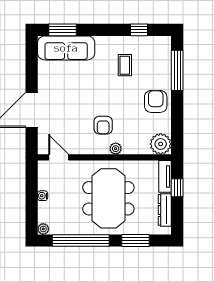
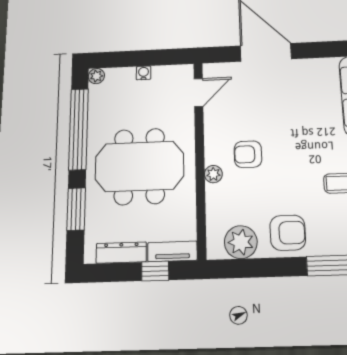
plant: (161, 144) -> (241, 242), moved

